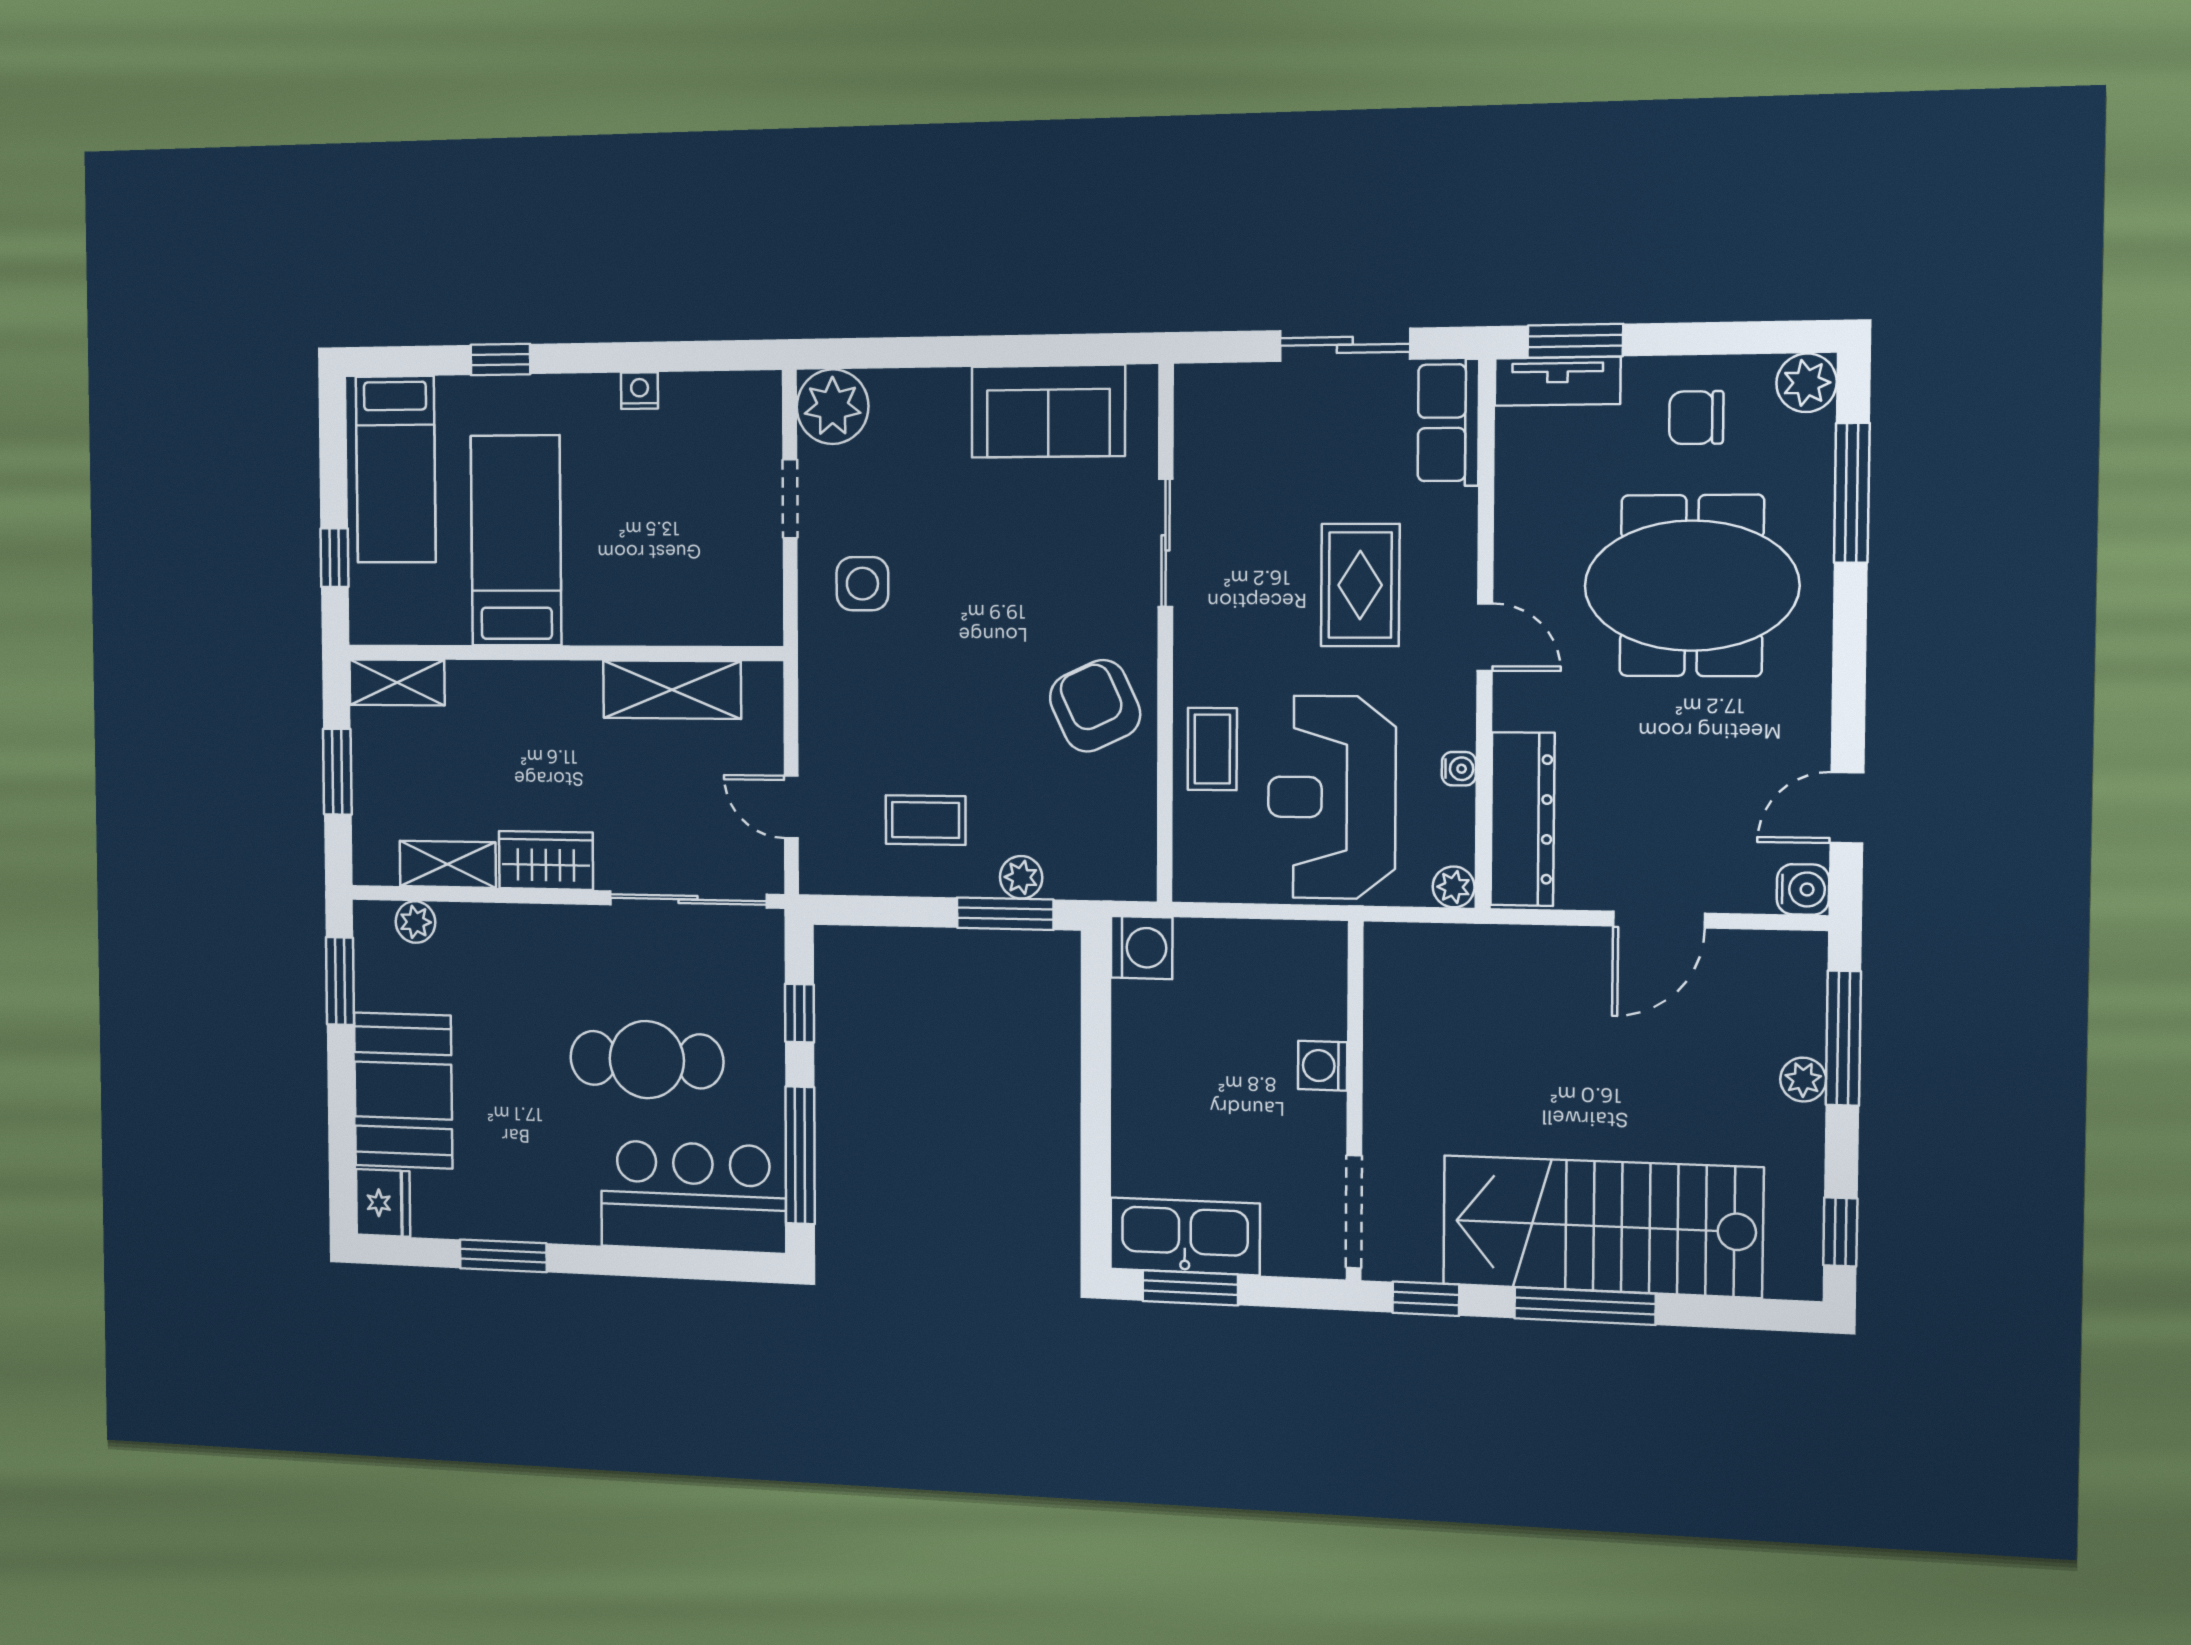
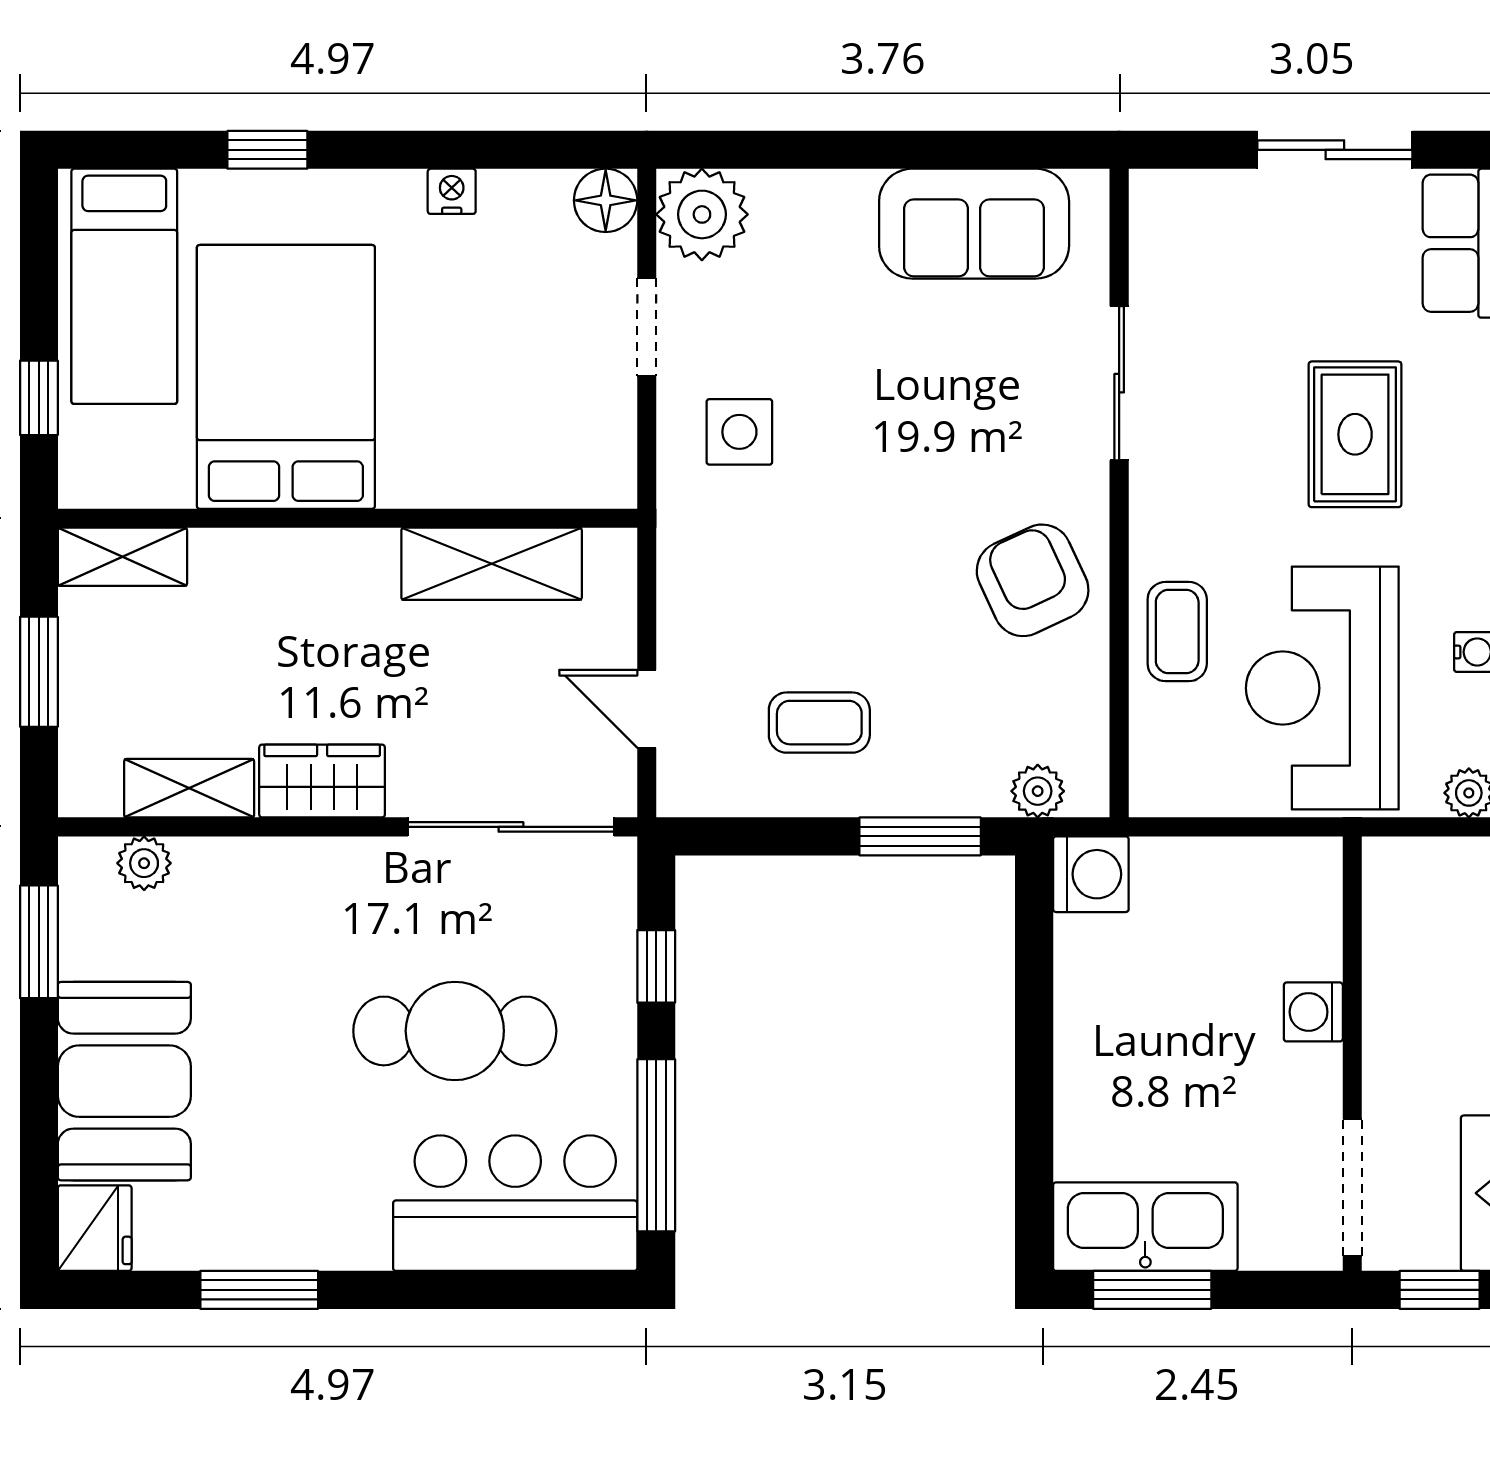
floor lamp: (758, 396) -> (606, 200), added
bed: (516, 540) -> (286, 377), width x1.50
plant: (1021, 877) -> (1038, 791), moved

